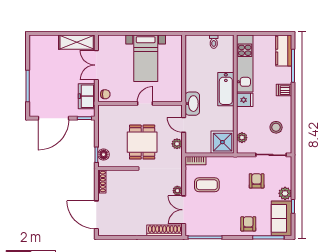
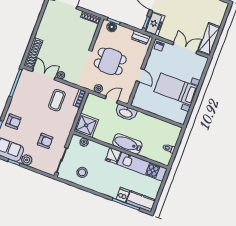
dishwasher: (284, 90) -> (123, 195), moved
freezer: (87, 96) -> (155, 24), moved, turned 90
dresser: (103, 118) -> (140, 38), added

